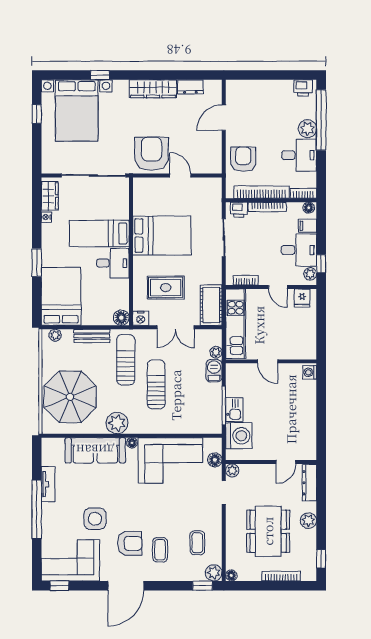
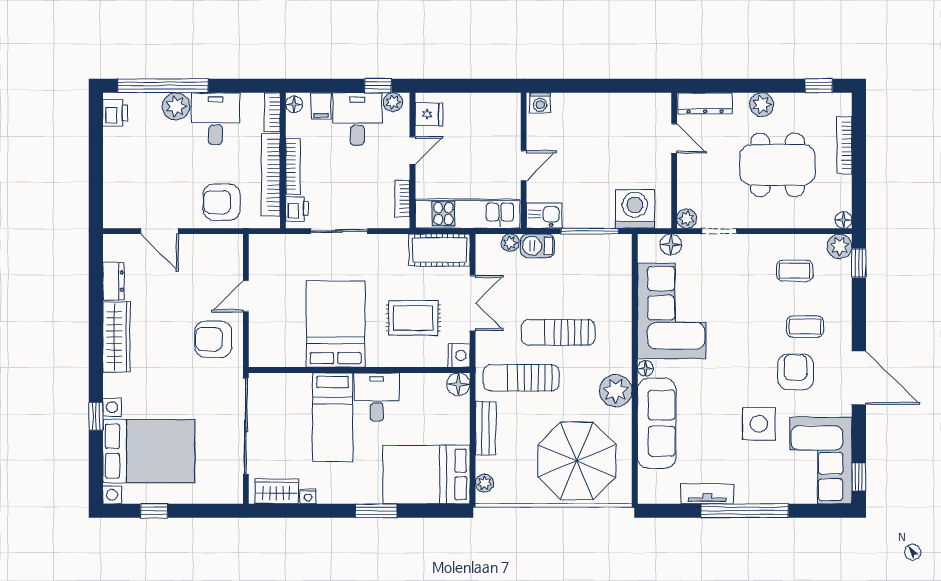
armchair: (152, 154) -> (213, 339), width x0.73, depth x0.73
rug: (166, 288) -> (413, 318), turned 90
kitchen sink: (234, 410) -> (544, 216), moved

